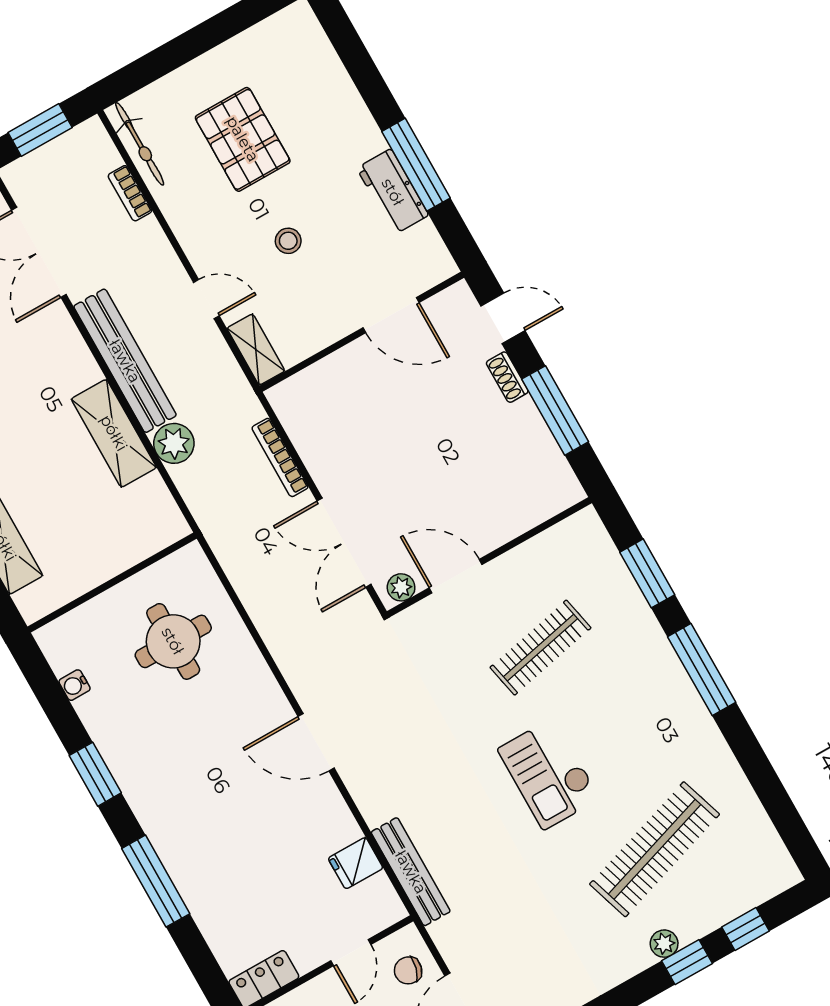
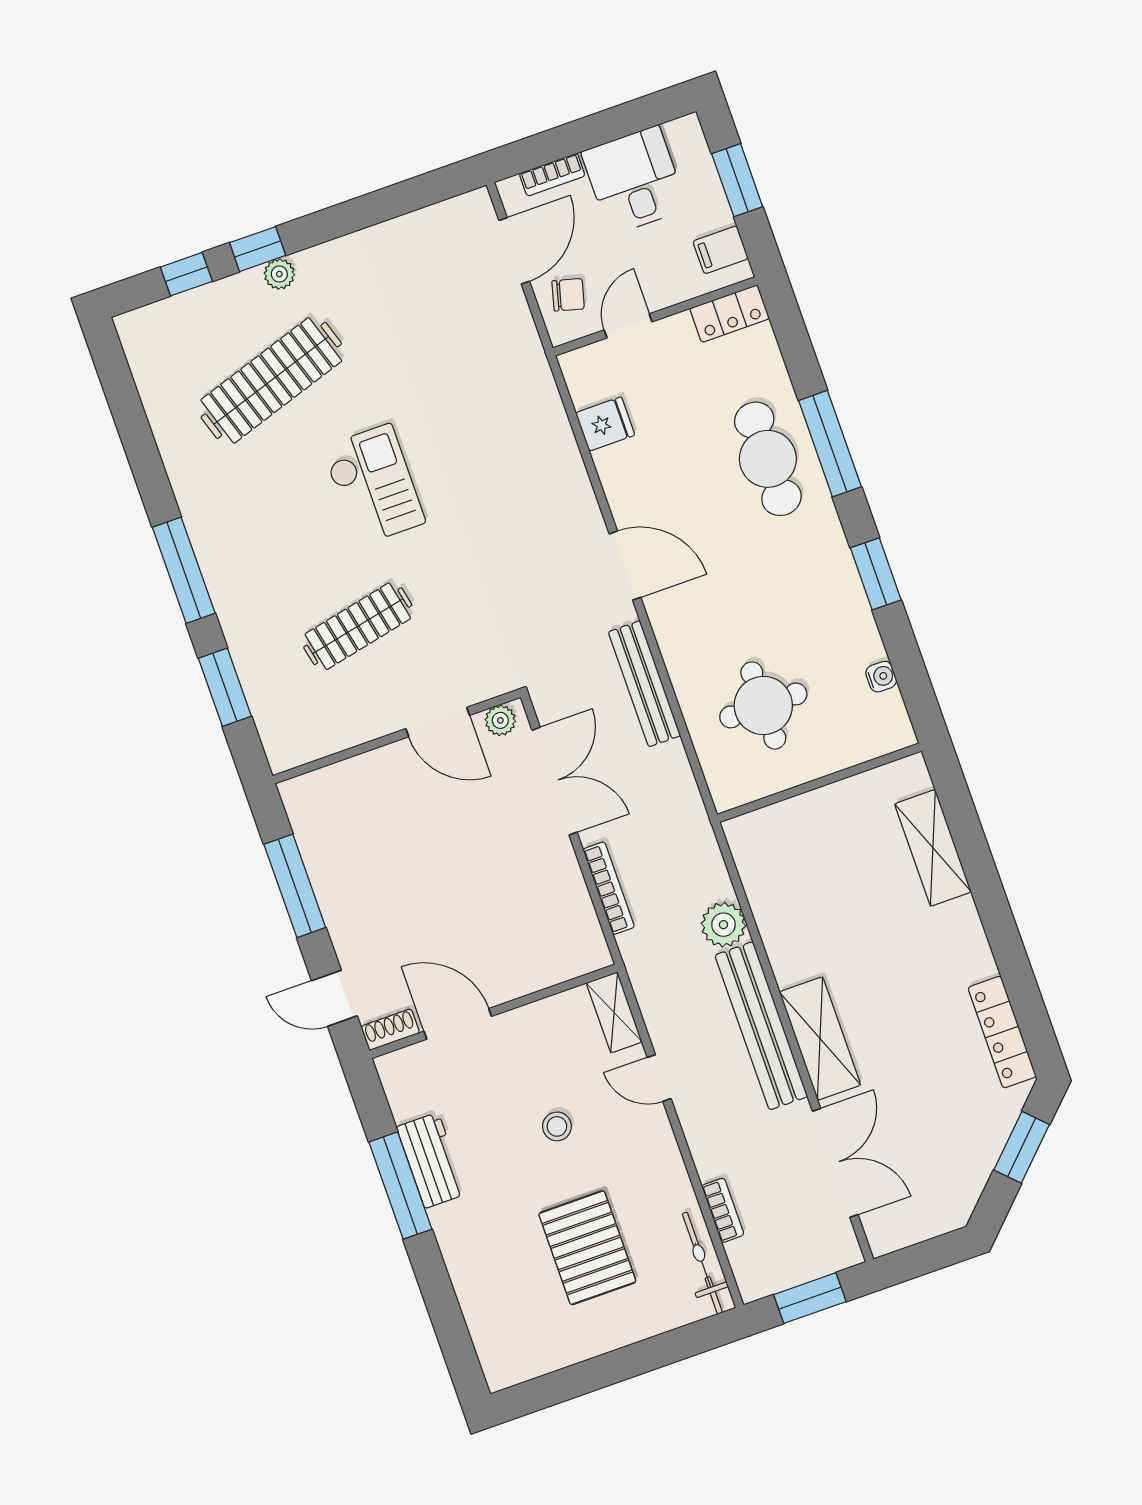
shoe rack: (507, 377) -> (390, 1030), moved, turned -90
shelving: (114, 433) -> (820, 1039), moved
cafe table: (208, 858) -> (768, 459), added
bench: (411, 872) -> (644, 684), moved

